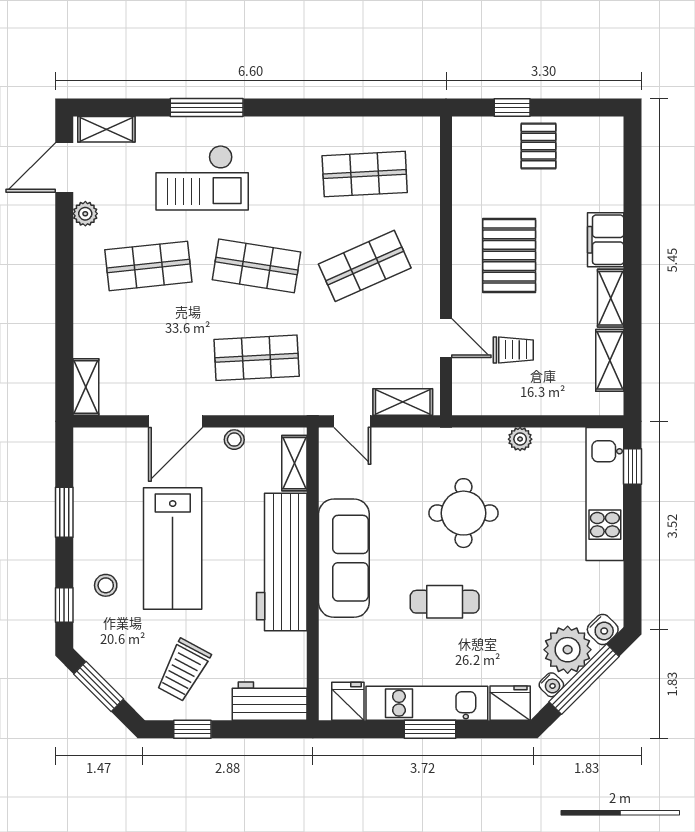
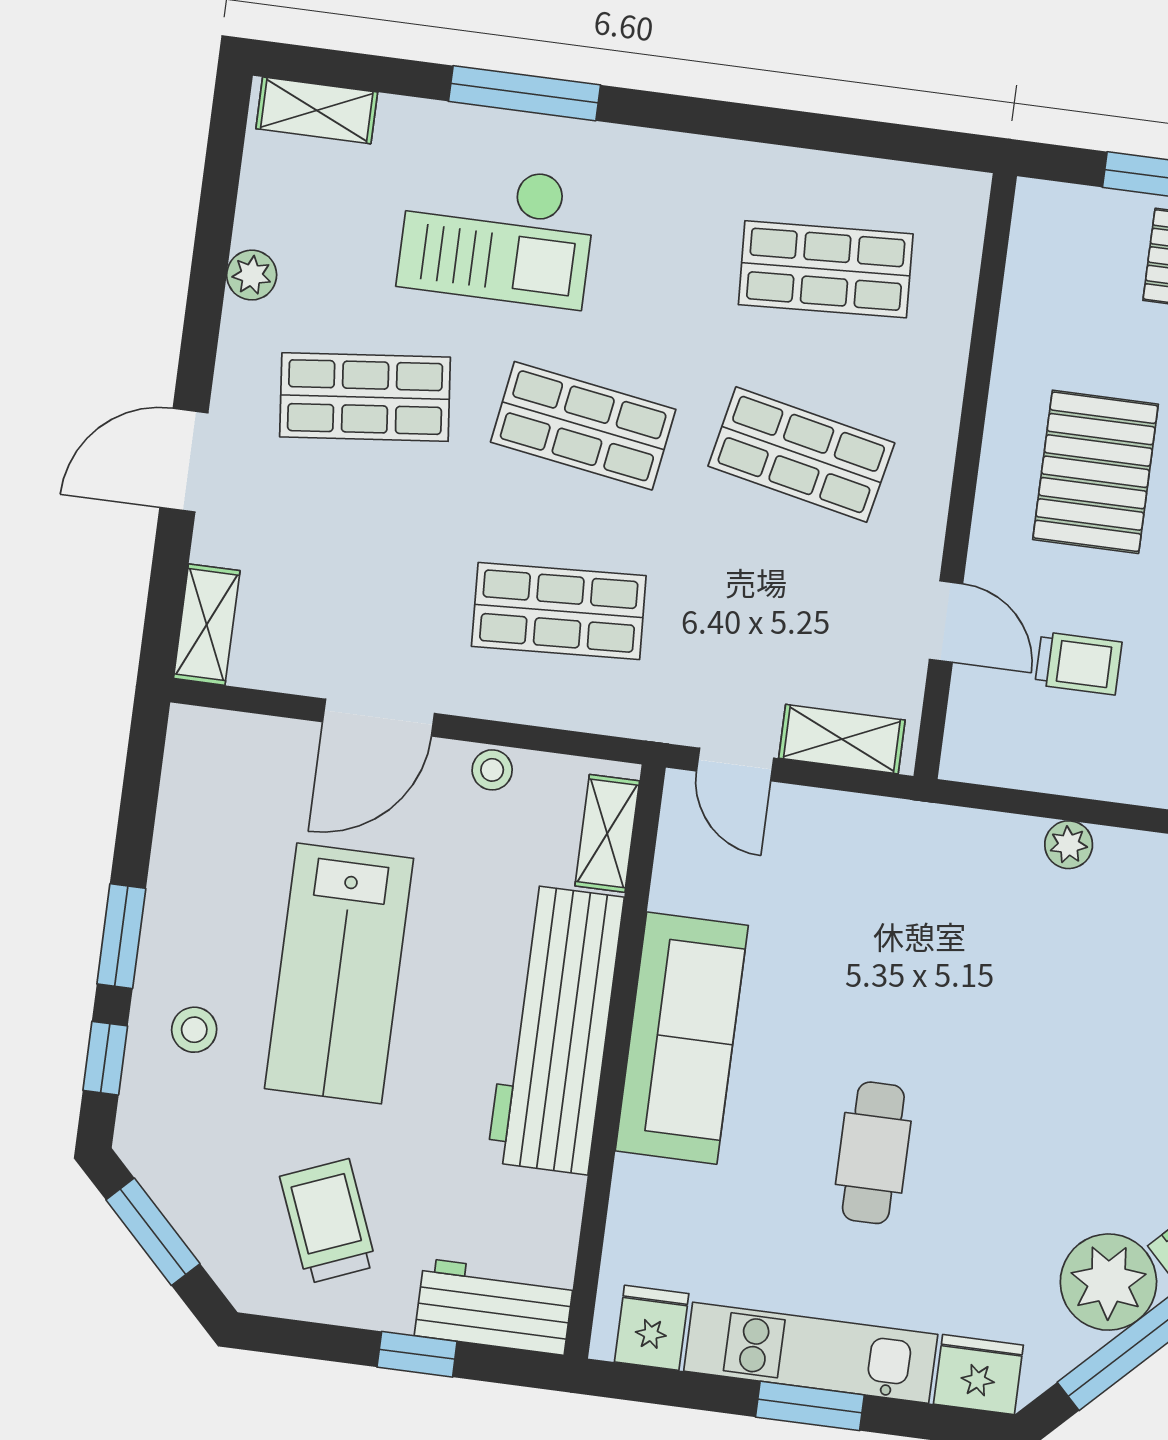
door: (64, 167) -> (184, 460), moved
shop shelf: (365, 266) -> (801, 454), turned 36
window: (64, 512) -> (121, 936), moved
round table: (463, 513) -> (935, 979), removed
cafe table: (445, 602) -> (873, 1153), turned 90
trolley: (183, 670) -> (328, 1221), turned 130
water cooler: (551, 685) -> (1066, 1349), removed
window: (192, 729) -> (417, 1354), moved

